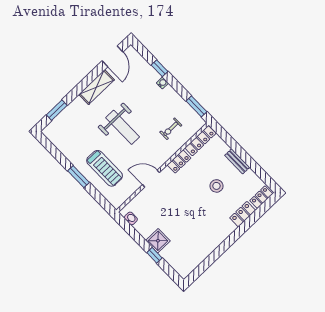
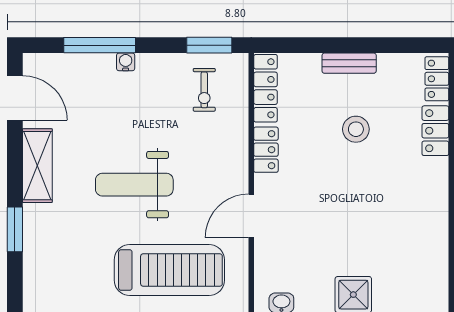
window: (159, 68) -> (100, 45), width x2.17
window: (57, 110) -> (15, 229), moved
weight bench: (123, 127) -> (134, 185), turned 180
exercise bike: (171, 129) -> (204, 90), moved
treadmill: (105, 168) -> (169, 270), width x1.37, depth x1.38

